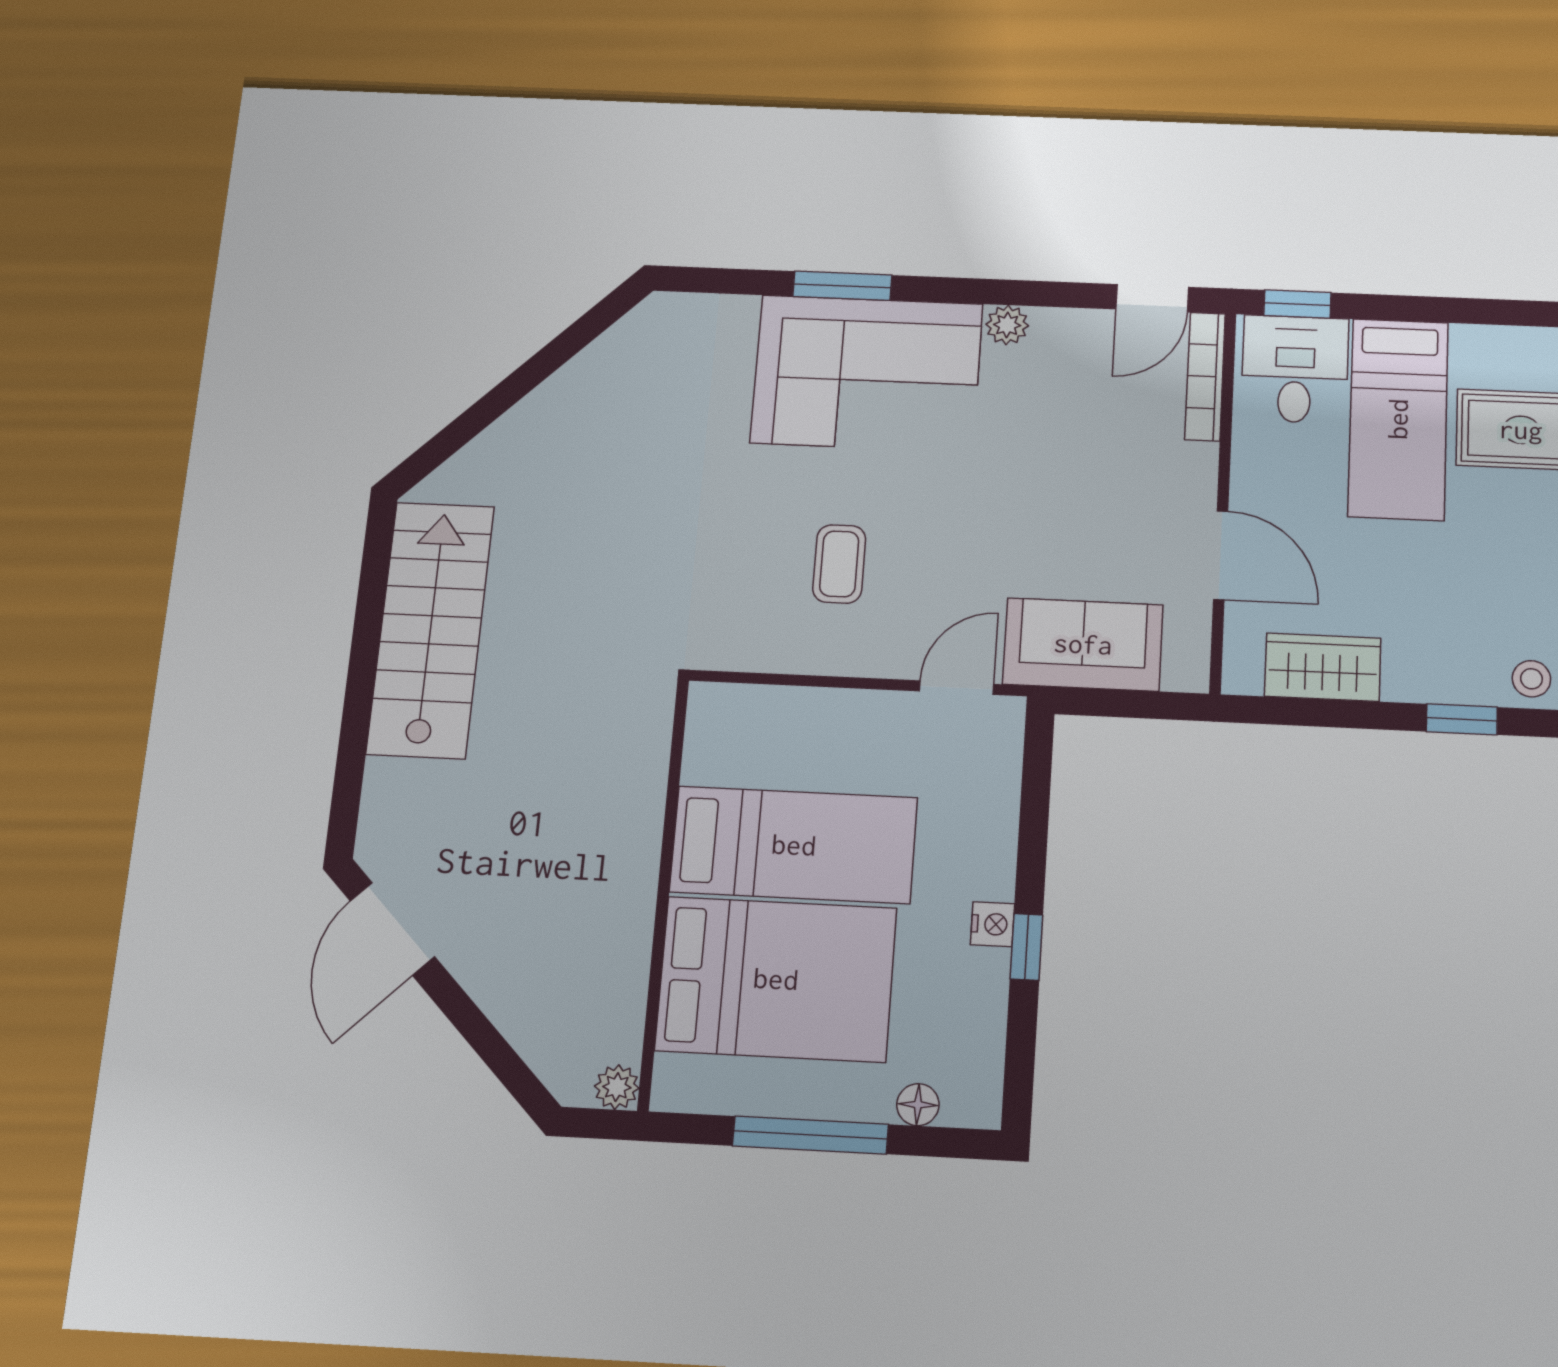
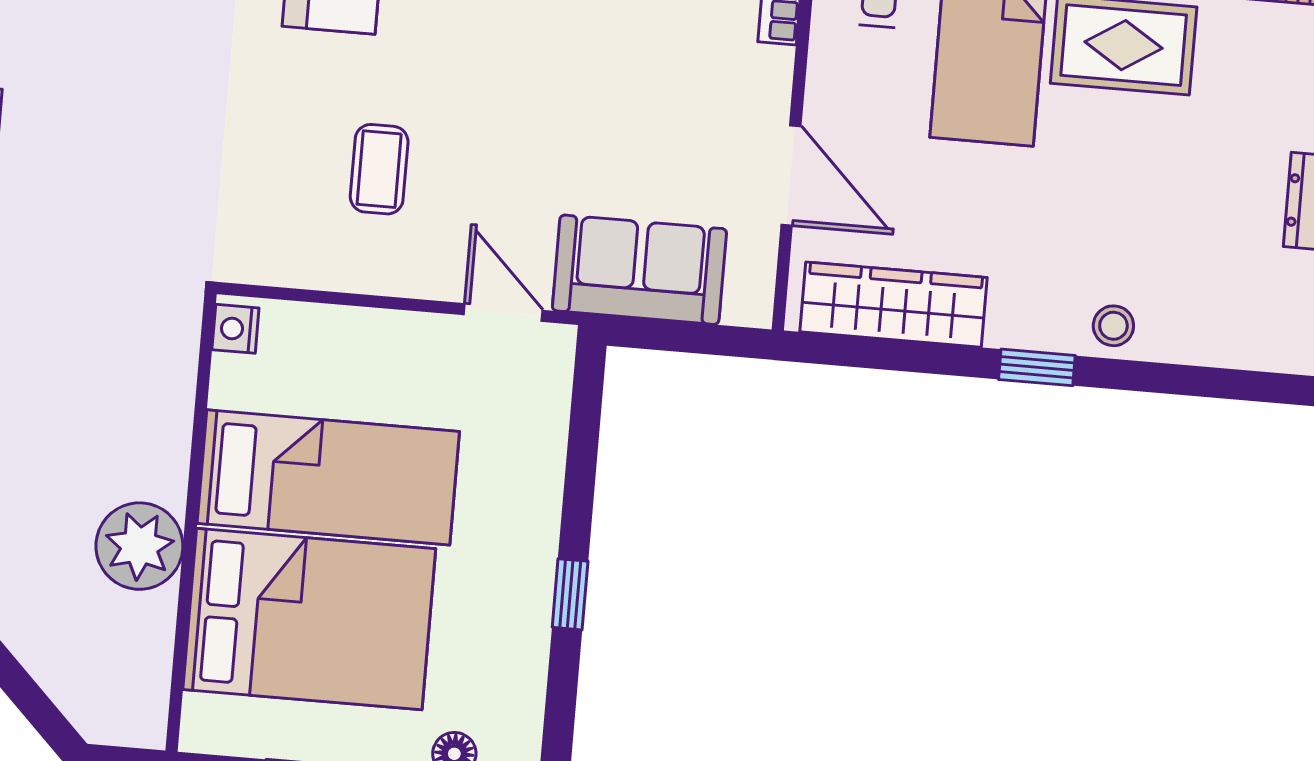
wardrobe: (1323, 667) -> (894, 305), width x1.50
door: (957, 688) -> (503, 313), hinge flipped
nightstand: (993, 924) -> (235, 329), moved, turned 180
plant: (617, 1087) -> (139, 546), moved, width x1.87, depth x1.87

